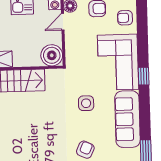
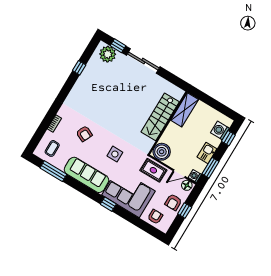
door: (63, 22) -> (179, 174), swing flipped
rug: (77, 51) -> (153, 170), added

